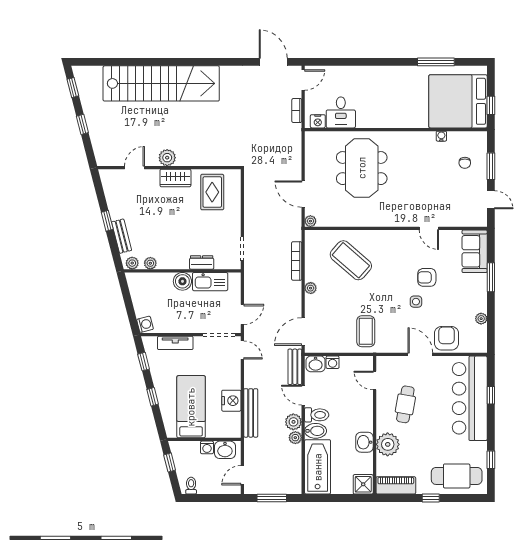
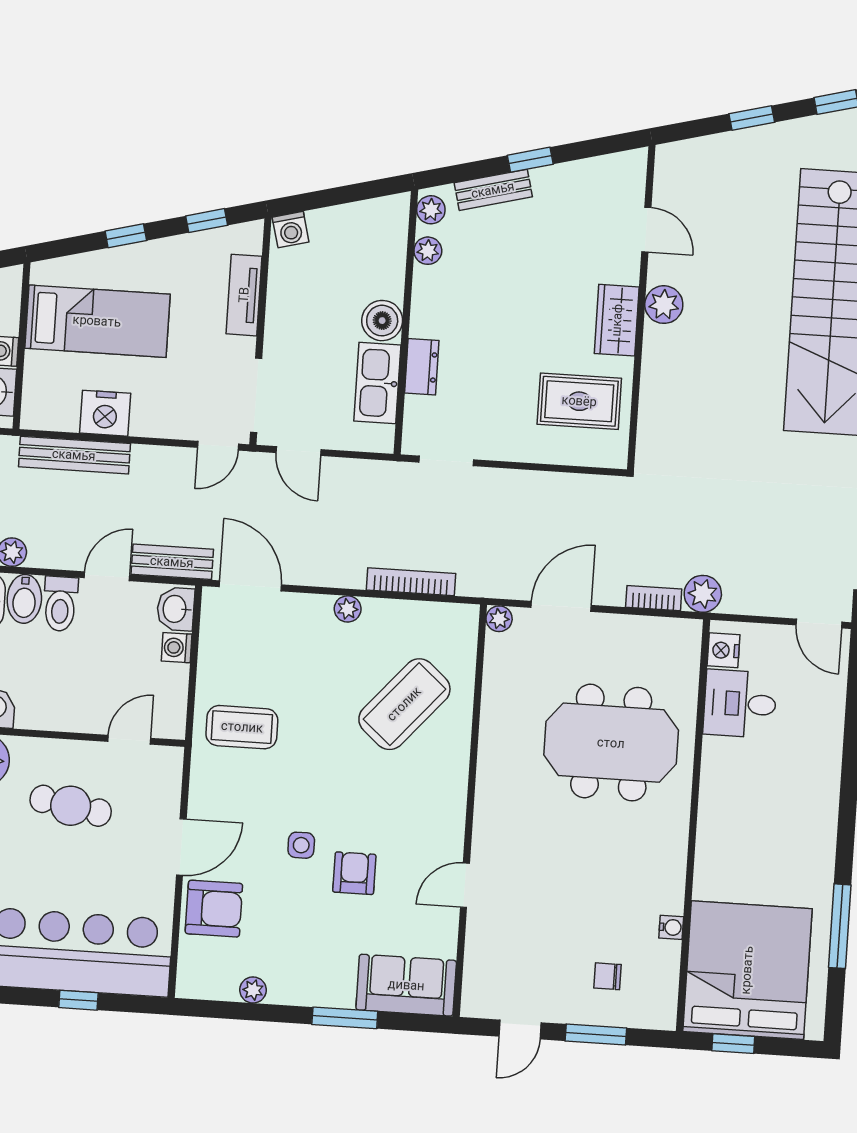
bookcase: (297, 111) -> (654, 598), moved
plant: (293, 422) -> (703, 594), moved

